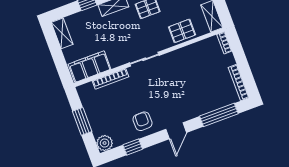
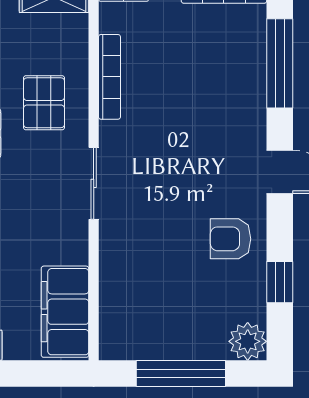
pallet: (182, 31) -> (44, 103), moved
bookcase: (110, 79) -> (109, 77), moved
window: (82, 121) -> (181, 374), width x1.44

